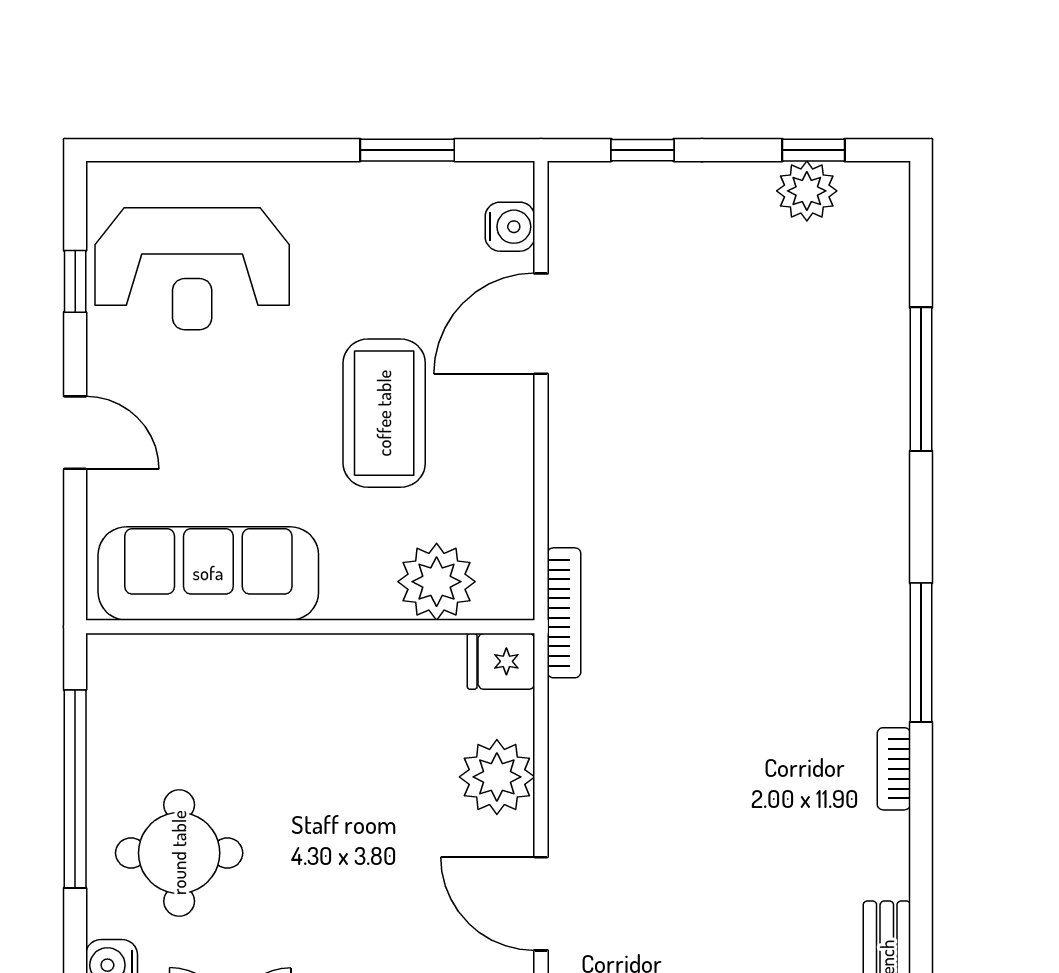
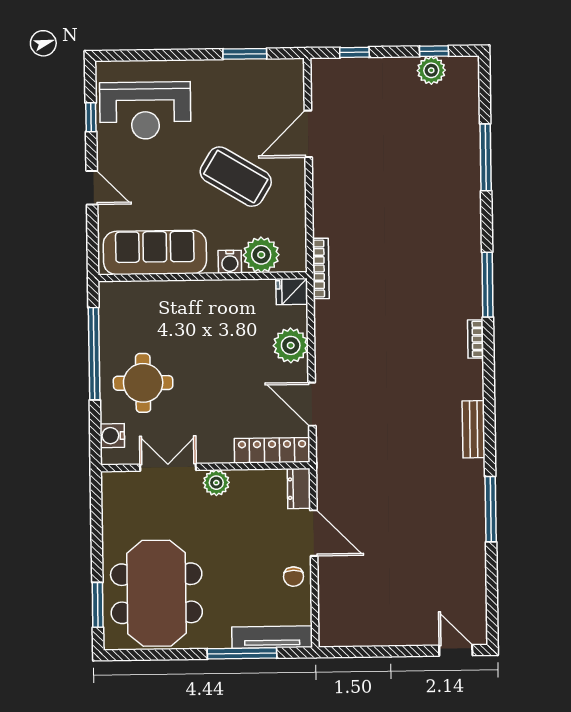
water cooler: (510, 227) -> (230, 262), moved, turned 90
coffee table: (384, 413) -> (236, 177), turned -59

